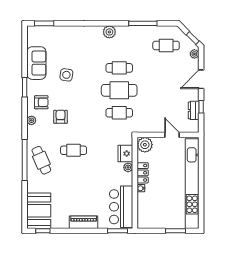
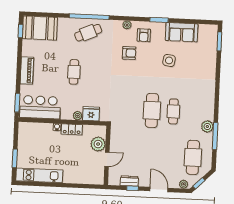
plant: (109, 32) -> (207, 126), moved
cafe table: (166, 45) -> (193, 157), width x1.37, depth x1.35
cafe table: (119, 113) -> (130, 109), removed
plant: (145, 145) -> (98, 144), moved
cafe table: (74, 150) -> (74, 72), moved
kitchen unit: (192, 184) -> (39, 175), width x0.54

